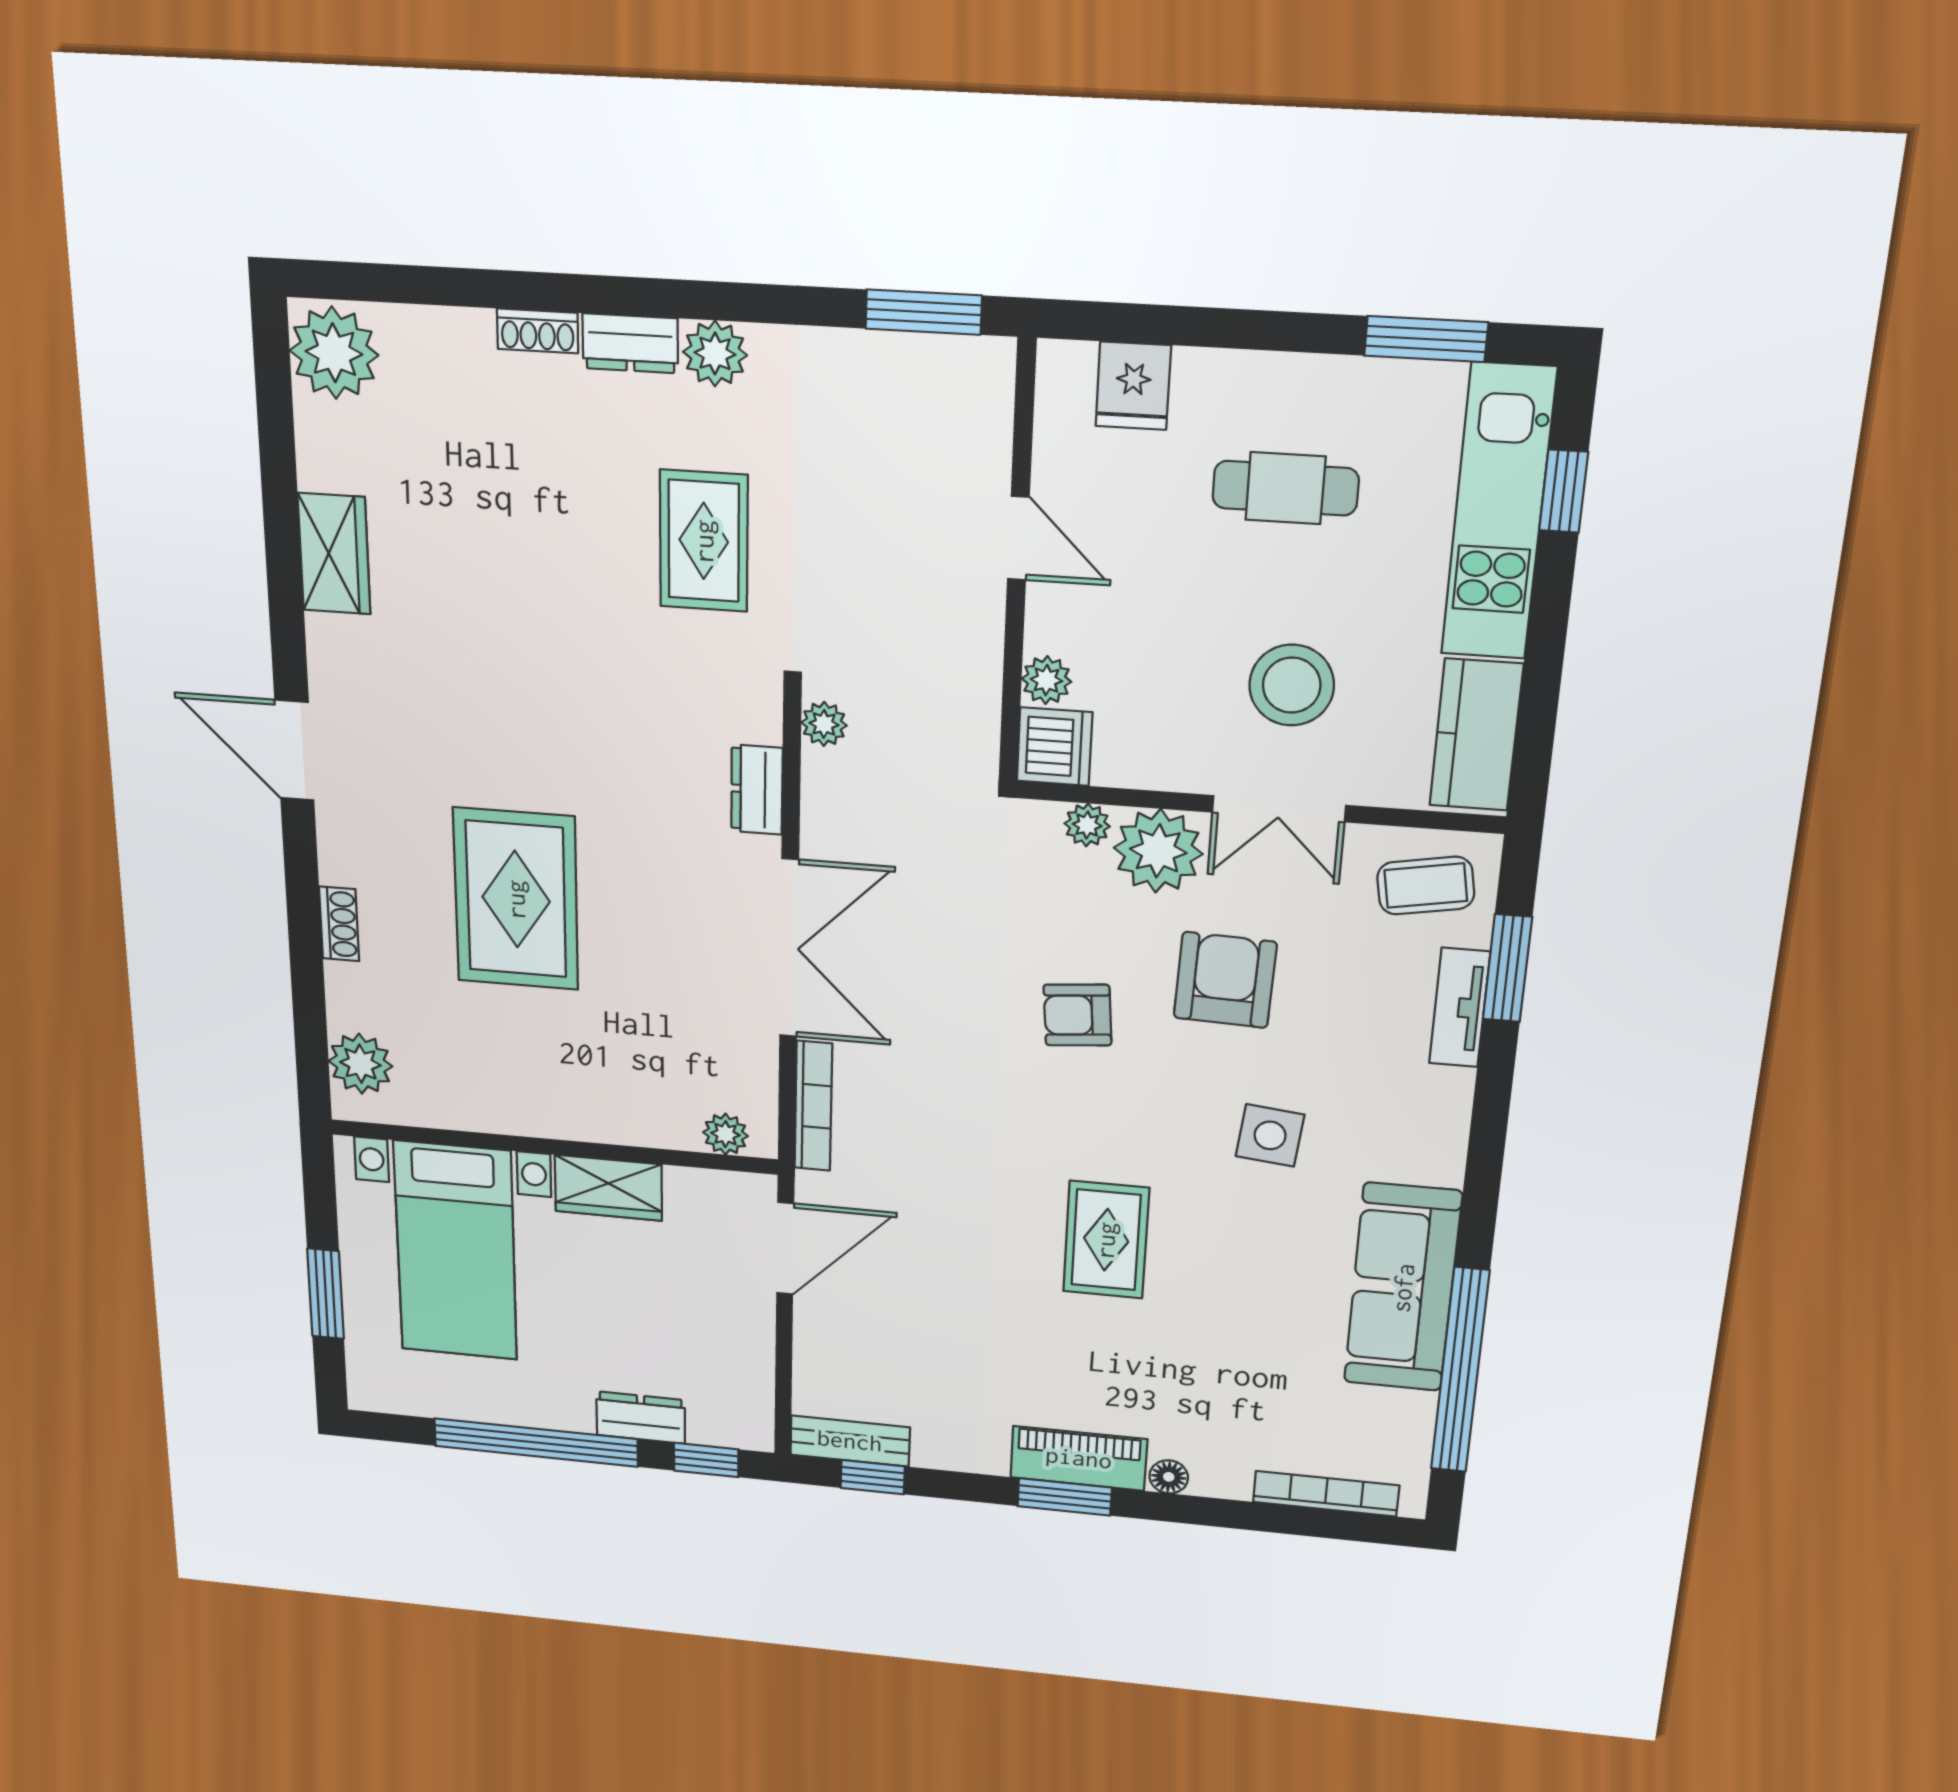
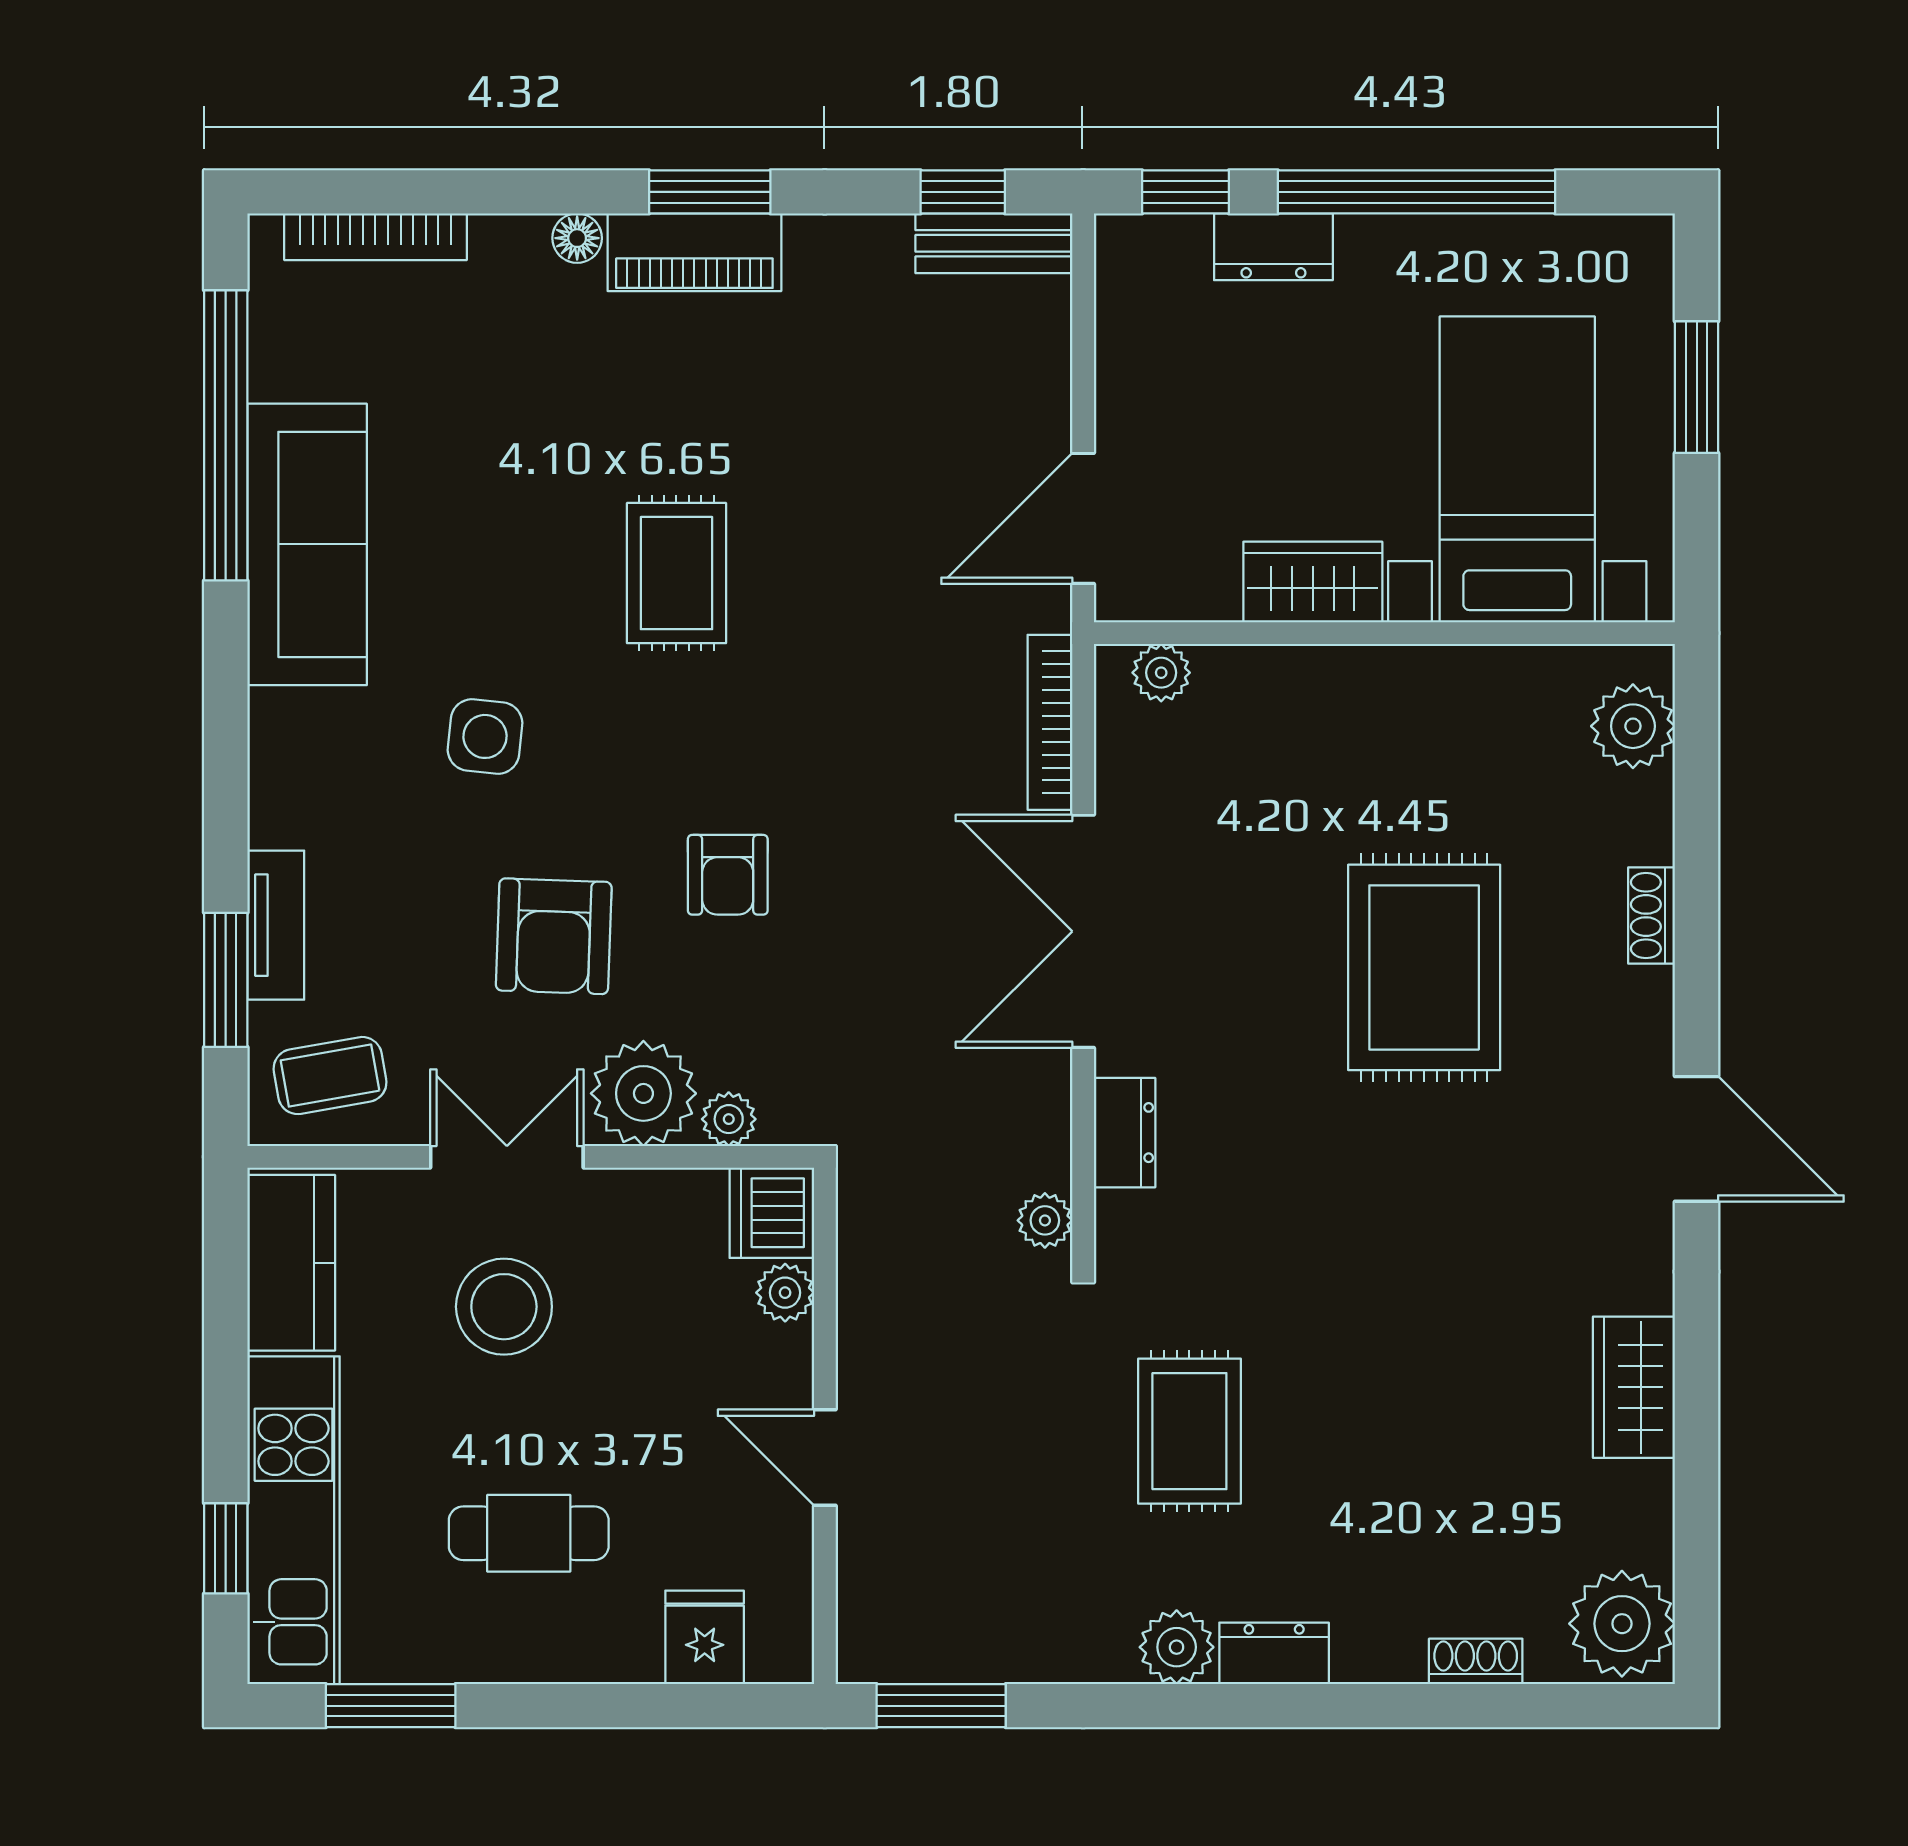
shoe rack: (538, 331) -> (1476, 1661), moved
armchair: (1077, 1015) -> (728, 875), turned 95

